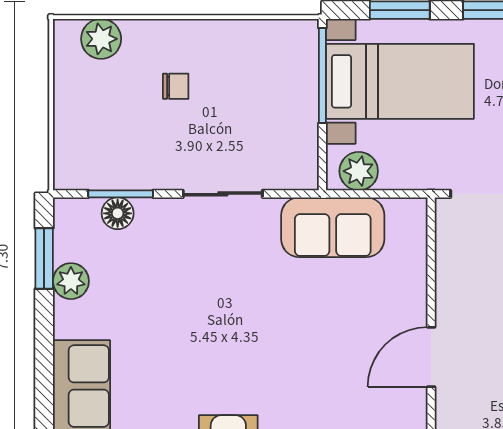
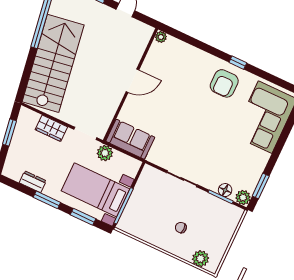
plant: (359, 171) -> (105, 153), moved
sofa: (333, 227) -> (130, 139), moved
plant: (71, 281) -> (243, 197), moved

